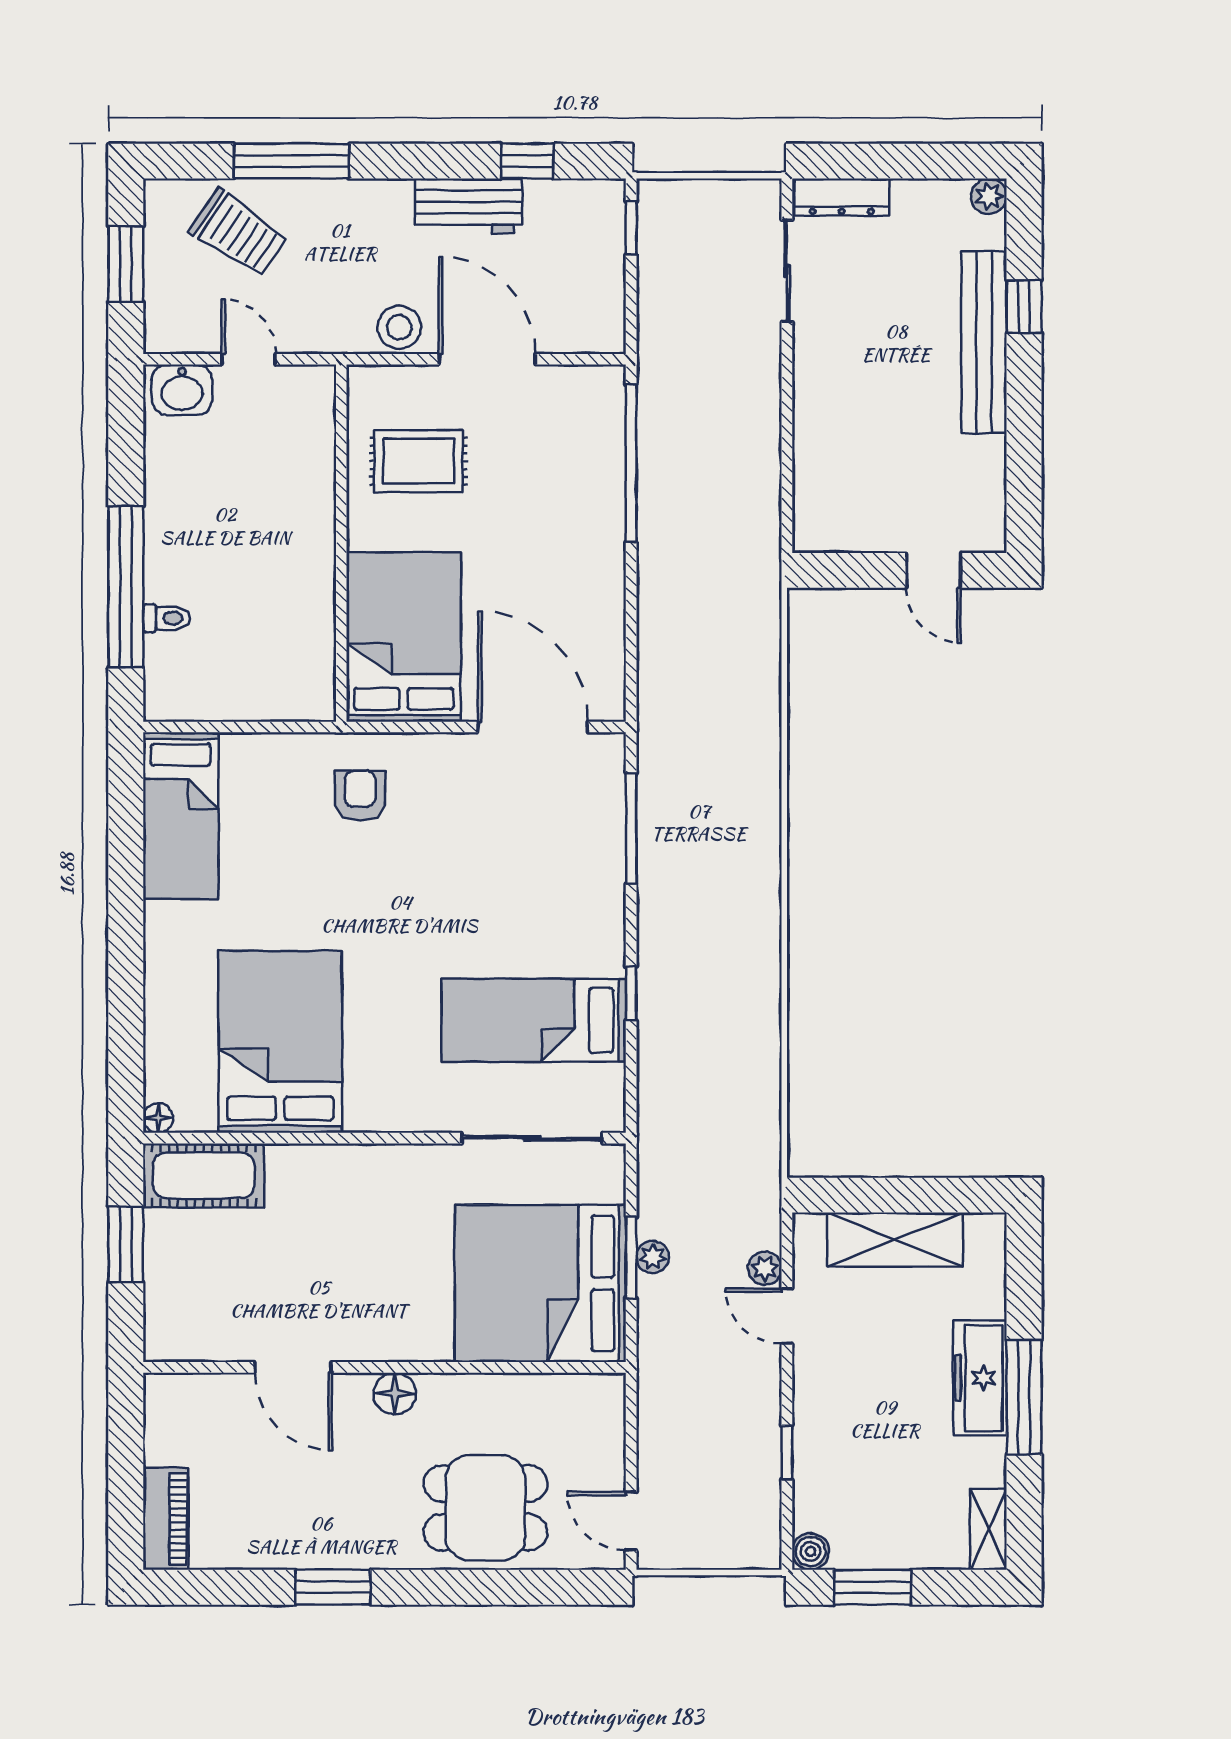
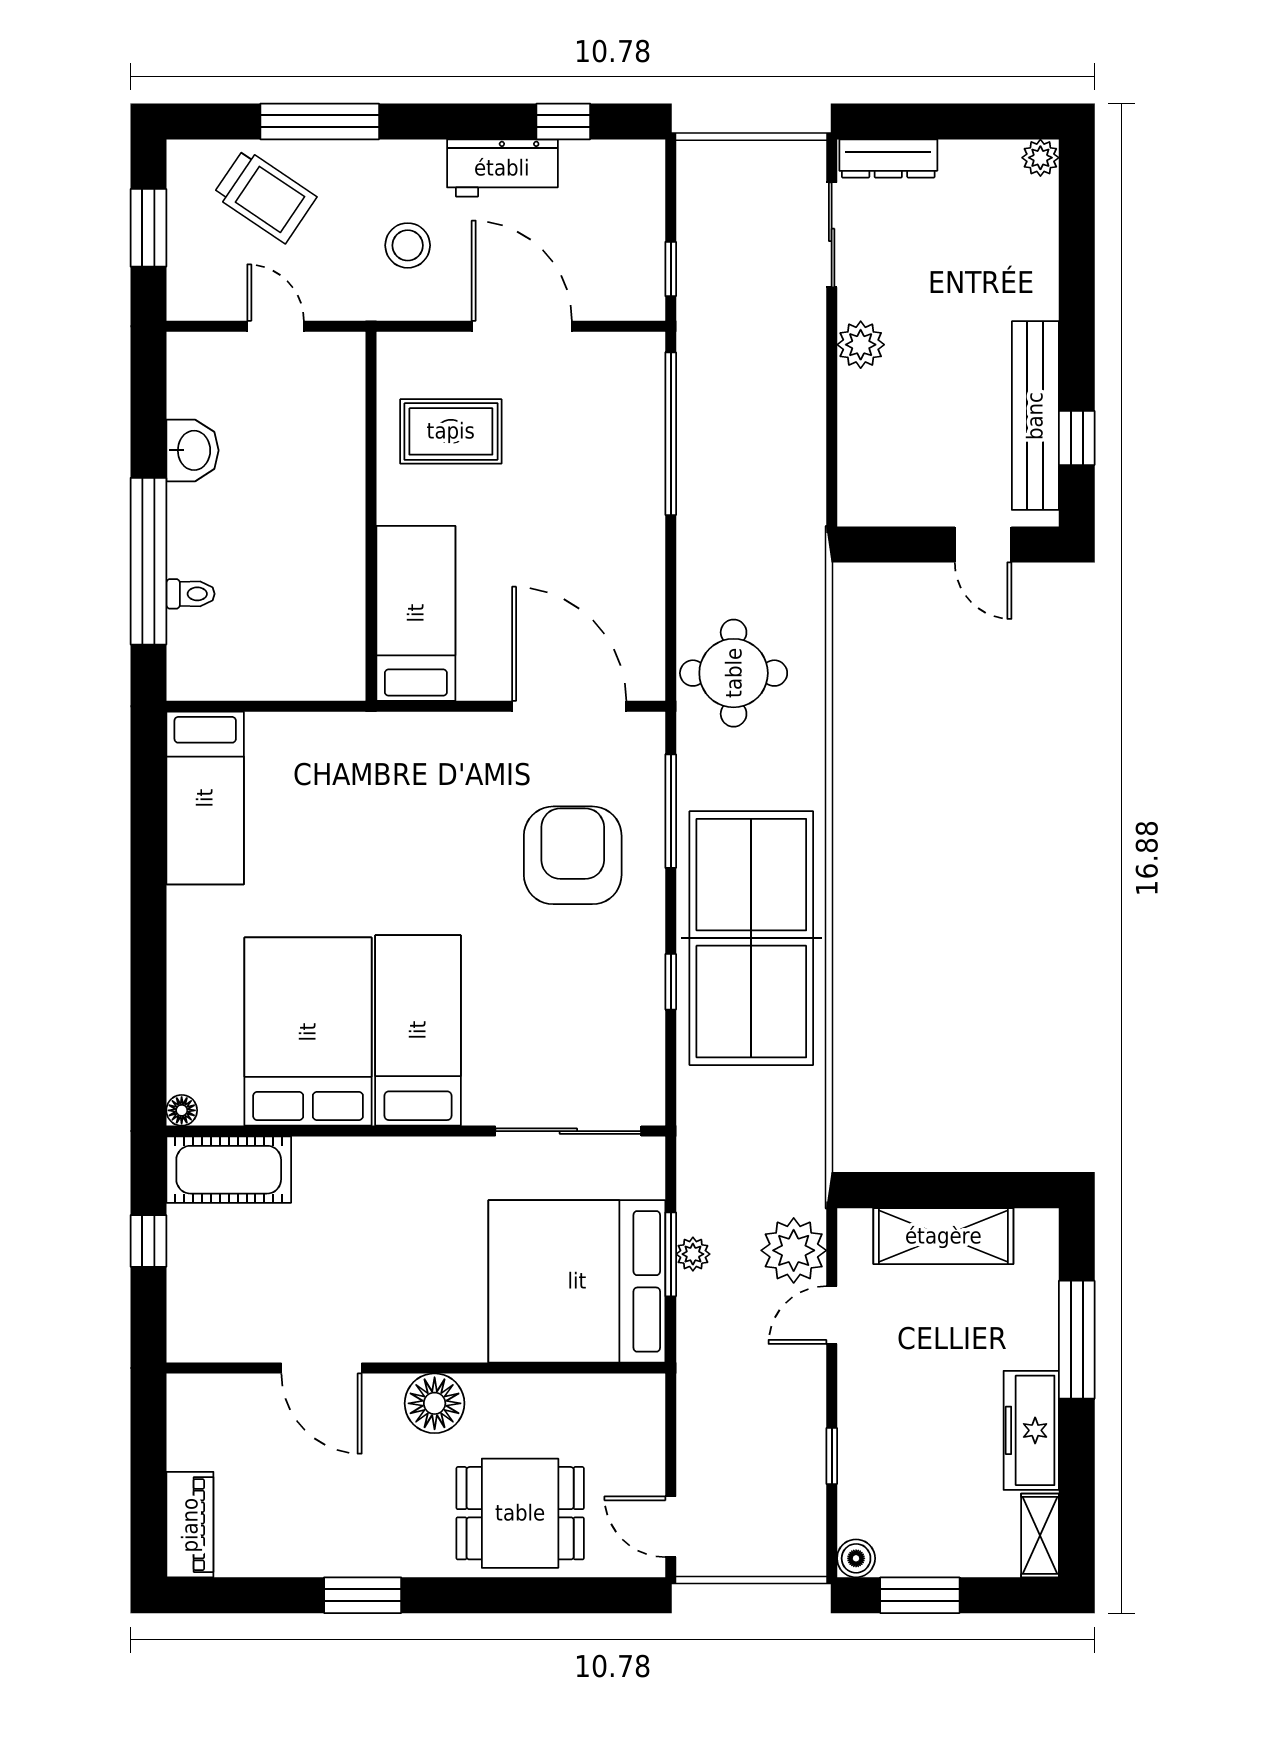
window: (631, 228) -> (671, 269), moved
window: (1024, 307) -> (1077, 438), moved
stool: (399, 327) -> (408, 245), moved
bench: (984, 342) -> (1035, 416), moved
plant: (815, 377) -> (861, 345), added
washbasin: (182, 390) -> (192, 450), moved, turned -90
bed: (404, 637) -> (416, 613), width x0.67
round table: (692, 695) -> (734, 673), added
armchair: (360, 796) -> (573, 855), moved, width x1.88, depth x1.88
table tennis table: (709, 951) -> (751, 938), added
bed: (534, 1020) -> (418, 1030), moved, turned 90
window: (126, 1244) -> (148, 1241), width x0.67
plant: (765, 1268) -> (794, 1250), width x1.88, depth x1.88
door: (787, 1316) -> (832, 1315), hinge flipped
freezer: (980, 1378) -> (1031, 1430), moved
floor lamp: (395, 1394) -> (435, 1403), width x1.38, depth x1.38
window: (1024, 1397) -> (1077, 1340), moved

